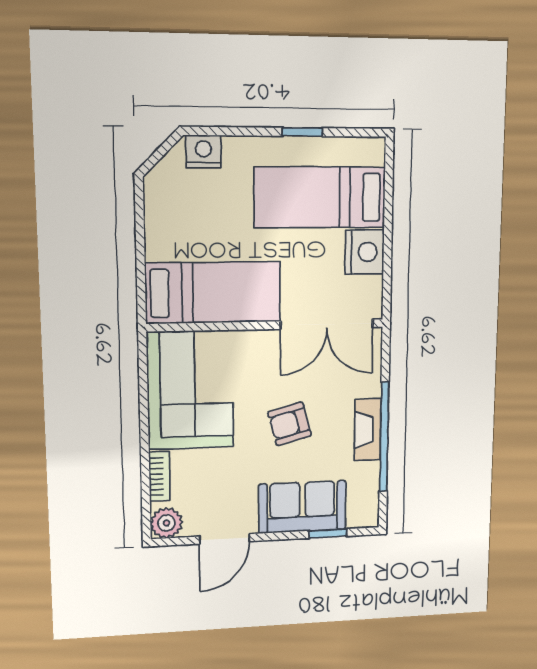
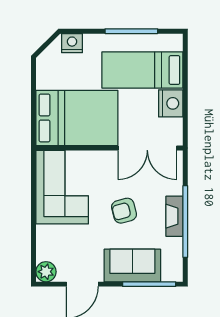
window: (302, 132) -> (131, 31), width x2.17
bed: (213, 293) -> (77, 118), width x1.50
bookcase: (159, 476) -> (42, 241), removed
window: (328, 533) -> (149, 284), width x2.17

